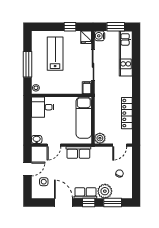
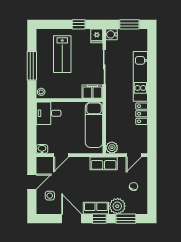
kitchen unit: (126, 53) -> (140, 76), moved
lab bench: (55, 54) -> (62, 54), turned 180
filing cabinet: (87, 88) -> (92, 92), width x2.00
locker: (127, 113) -> (142, 114), width x0.66
row of seats: (78, 153) -> (104, 163), moved

